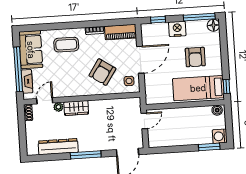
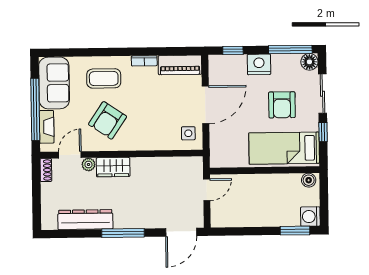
sliding door: (224, 48) -> (322, 94), added
armchair: (102, 72) -> (108, 120), moved
window: (226, 87) -> (323, 132), moved

